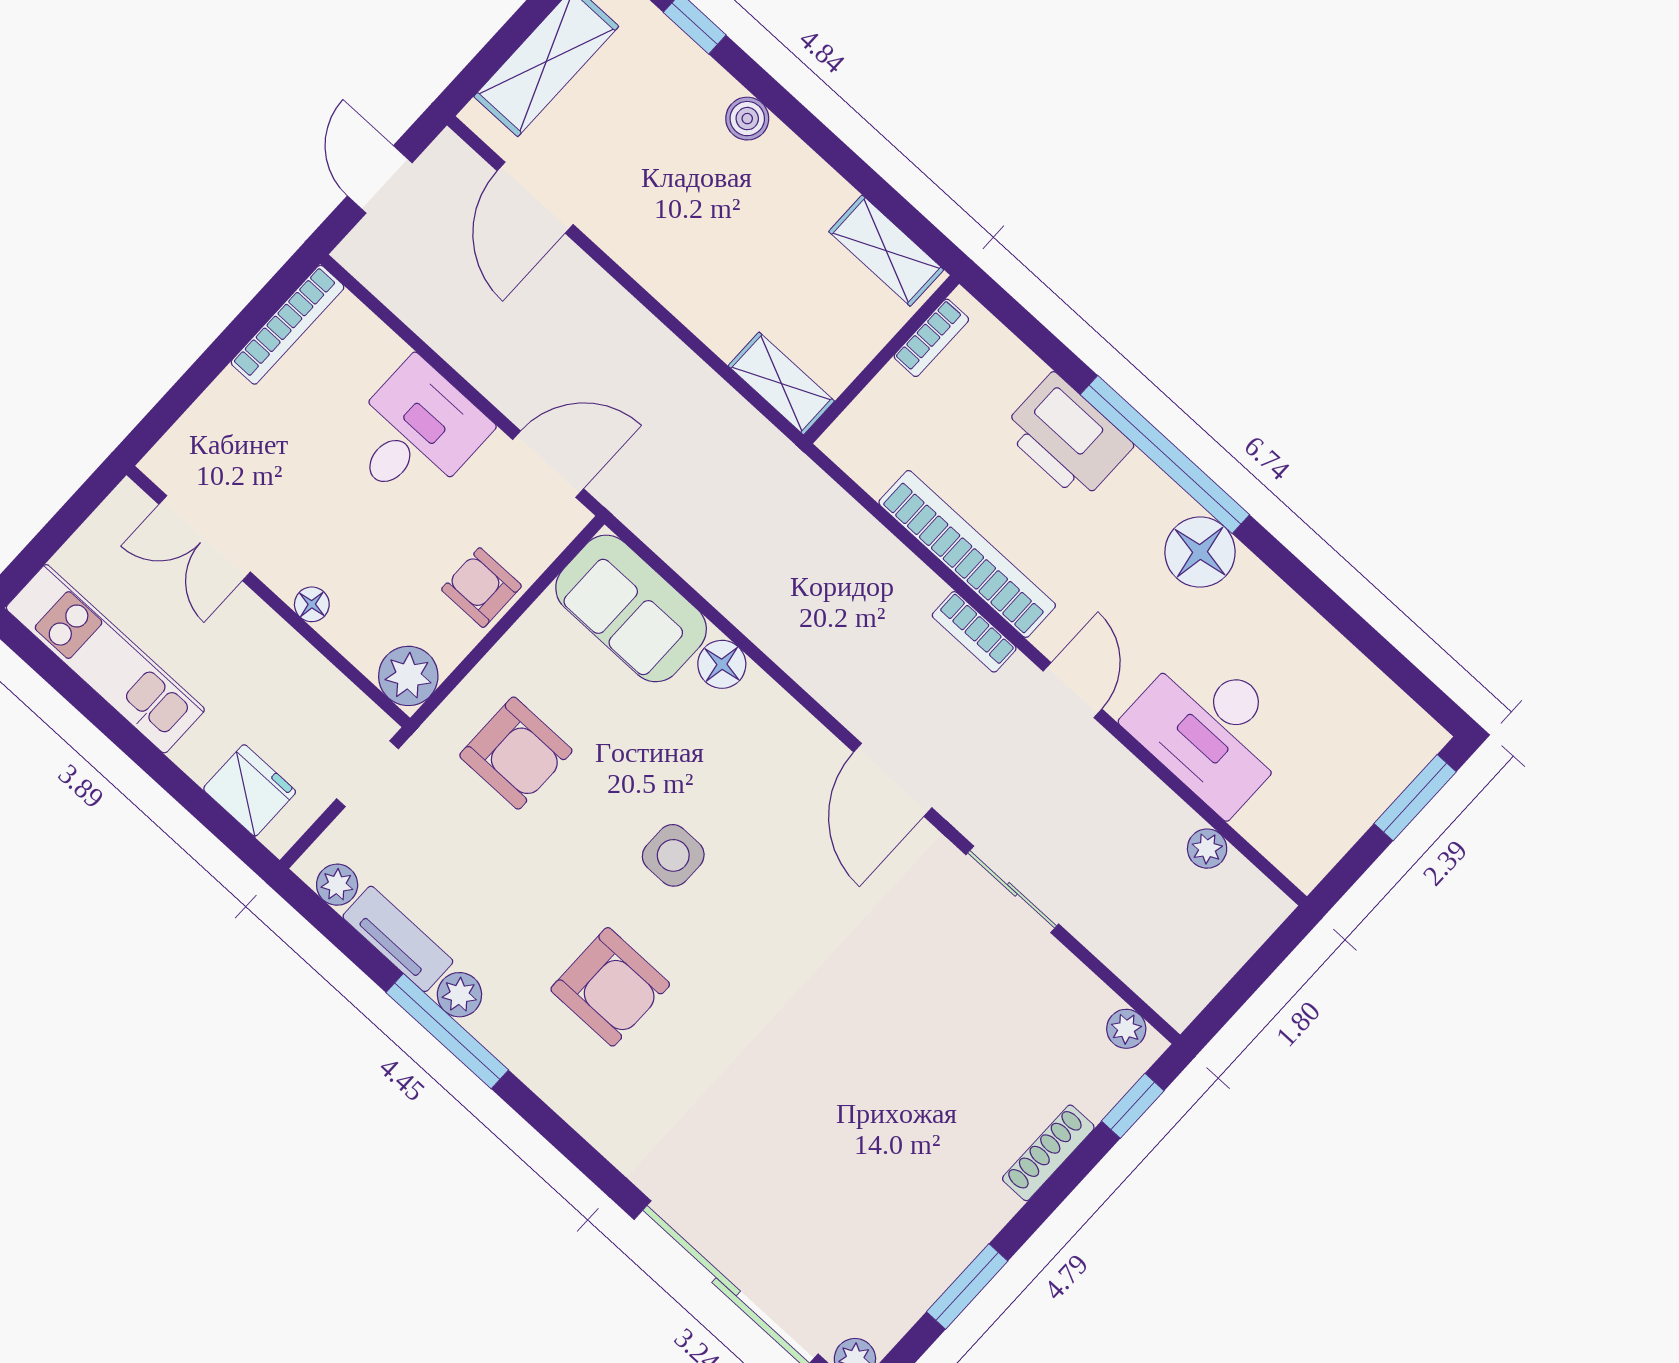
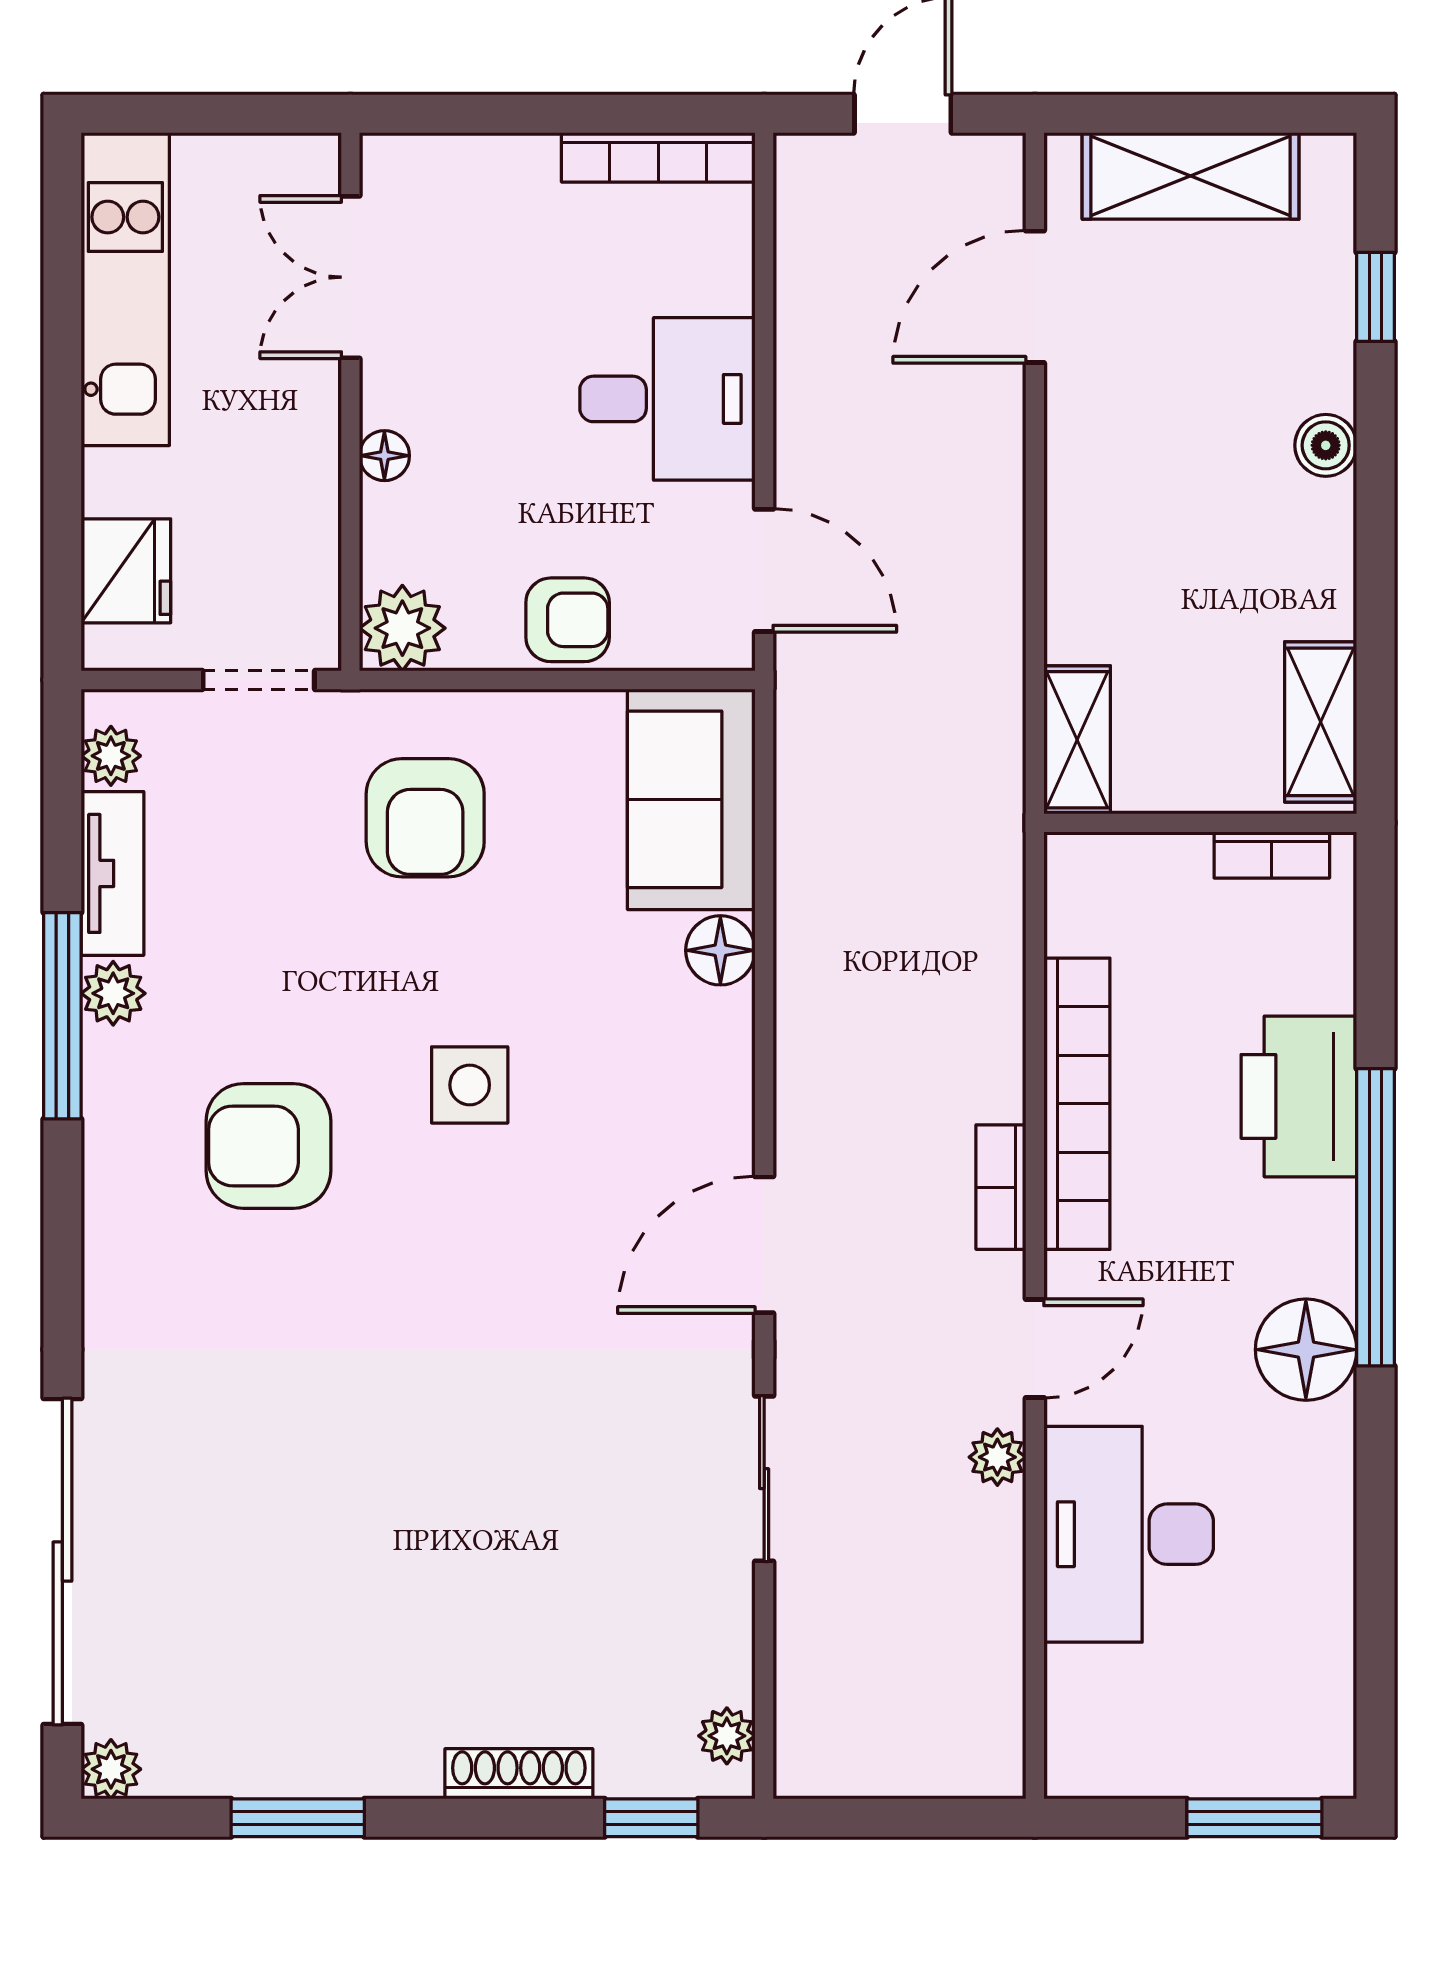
armchair: (481, 588) -> (568, 620), turned 90
plant: (1207, 849) -> (997, 1457), moved
armchair: (610, 987) -> (268, 1146), turned 90

